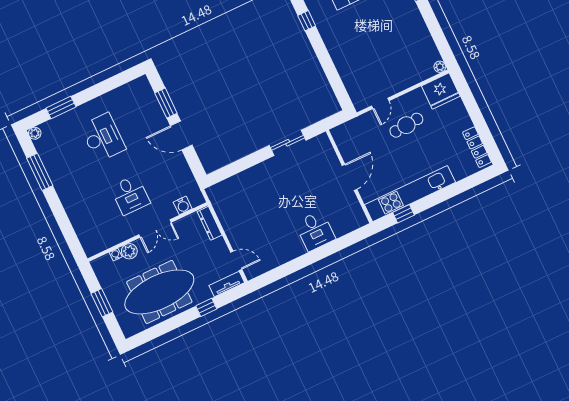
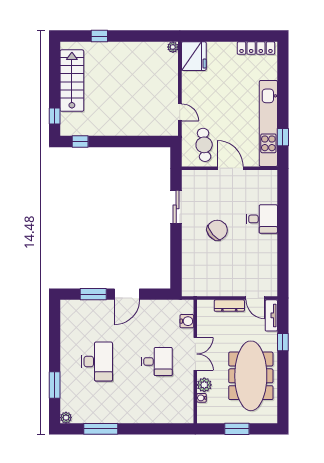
cafe table: (406, 125) -> (204, 145), moved
desk: (103, 137) -> (97, 362), turned 90
chair: (284, 193) -> (217, 230), added
dresser: (210, 223) -> (229, 306), moved
door: (236, 261) -> (255, 298), swing flipped

